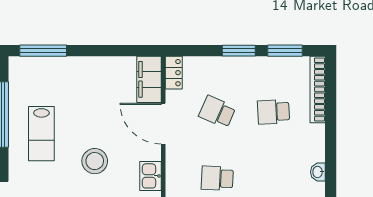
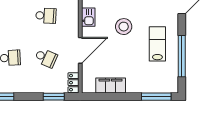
window: (239, 51) -> (54, 97), moved
filing cabinet: (149, 79) -> (111, 86), moved, turned -90
door: (163, 124) -> (80, 50), hinge flipped

